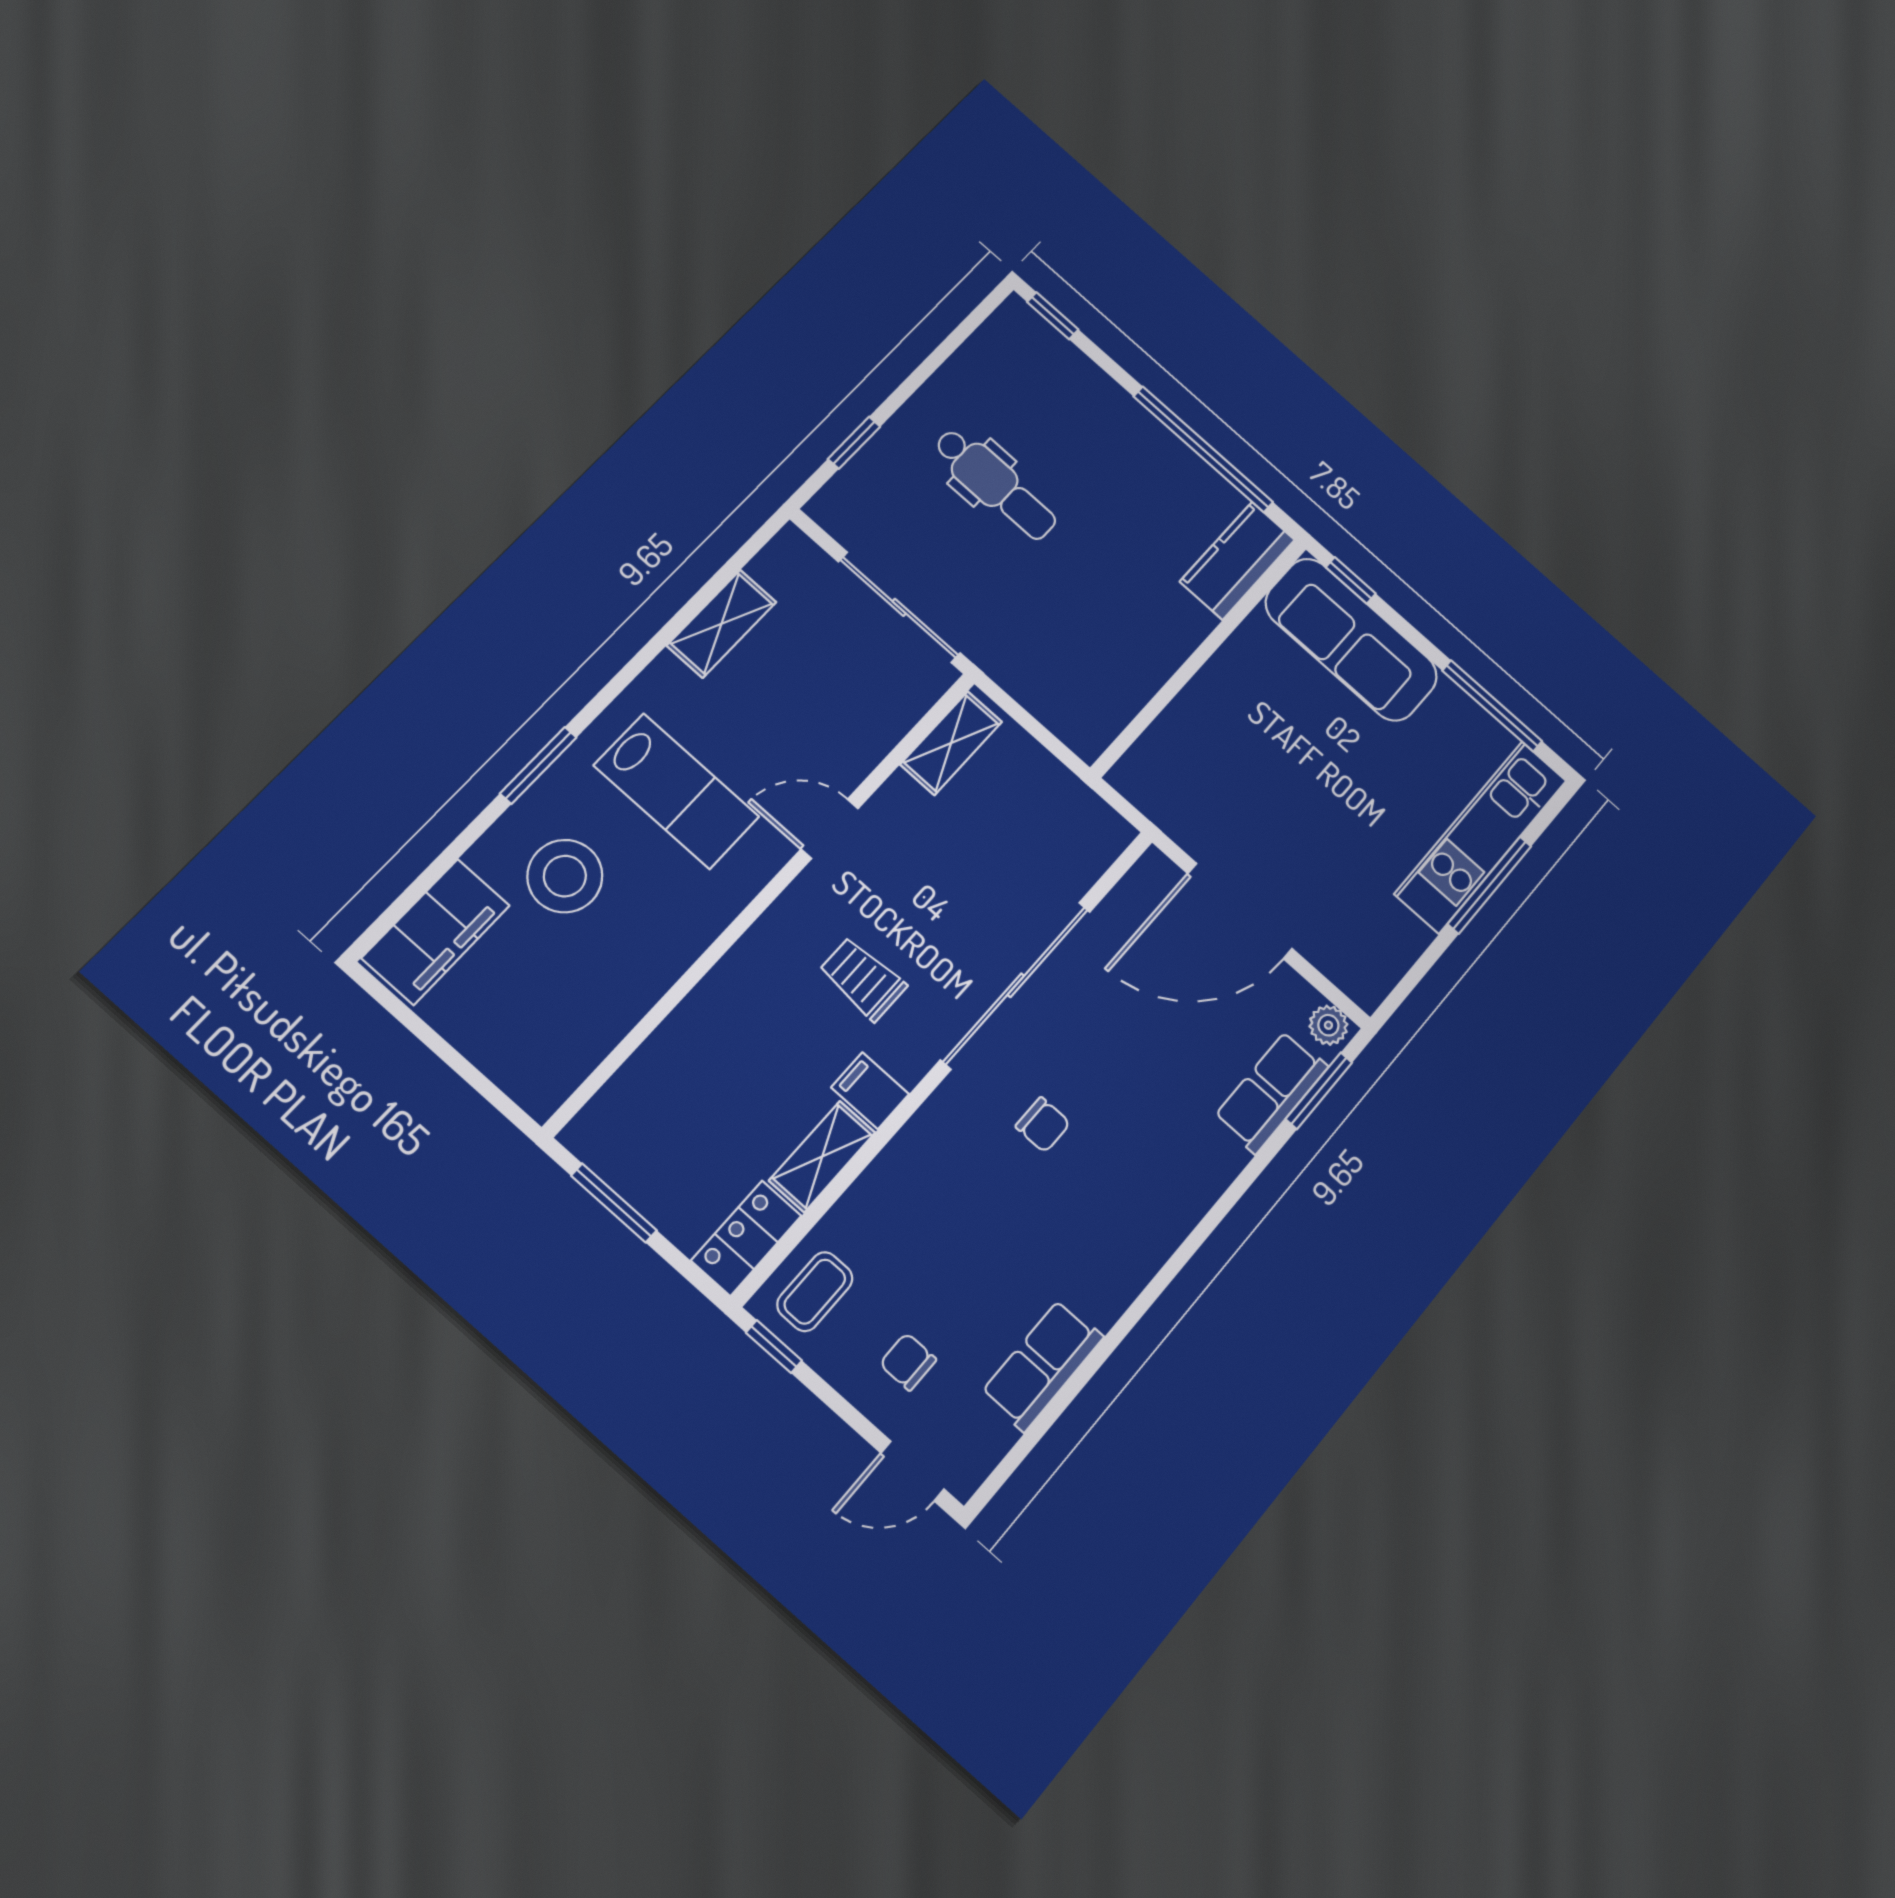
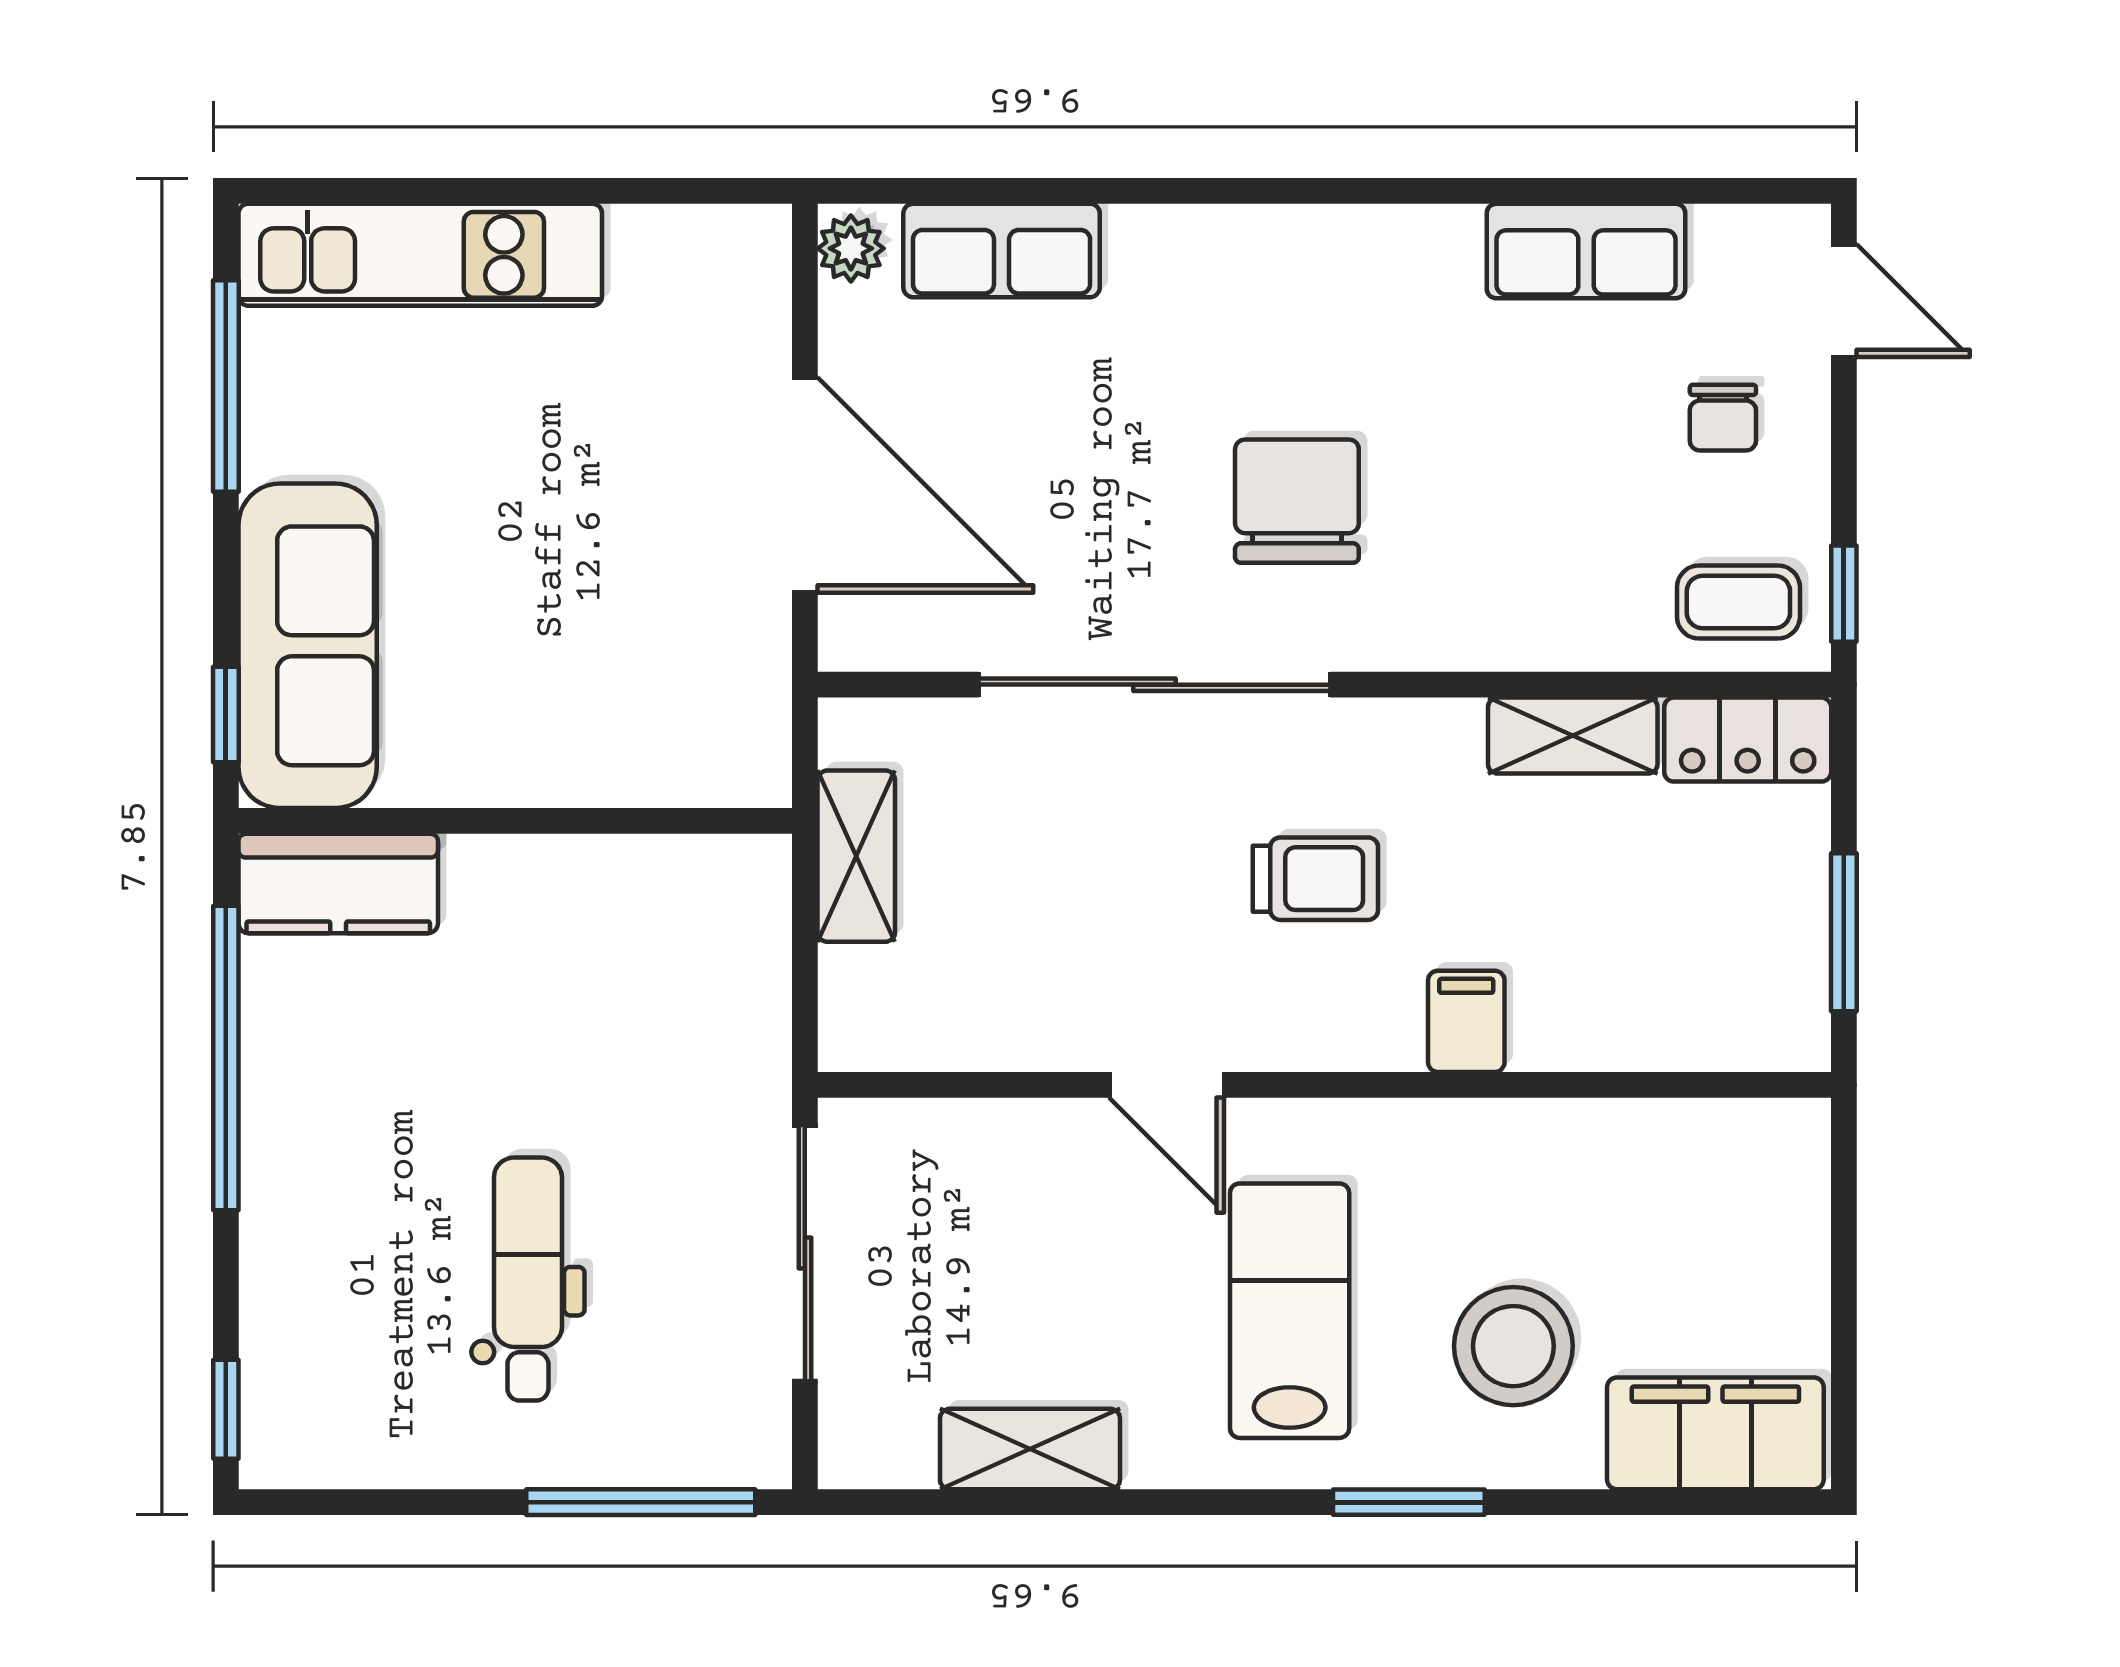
window: (854, 443) -> (641, 1502), width x2.17
shelving: (951, 743) -> (856, 856), moved, turned 90
window: (1490, 885) -> (475, 191), removed
trolley: (863, 979) -> (1315, 879), turned -90
filing cabinet: (870, 1091) -> (1466, 1021), moved, turned 180
window: (1319, 1091) -> (946, 191), removed
chair: (1043, 1125) -> (1297, 501), width x1.87, depth x1.87

